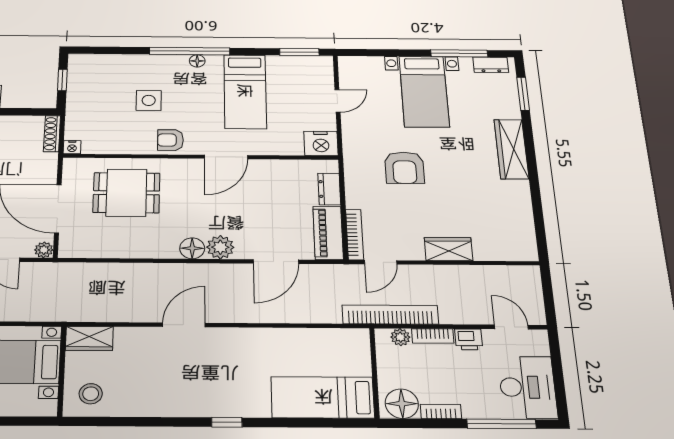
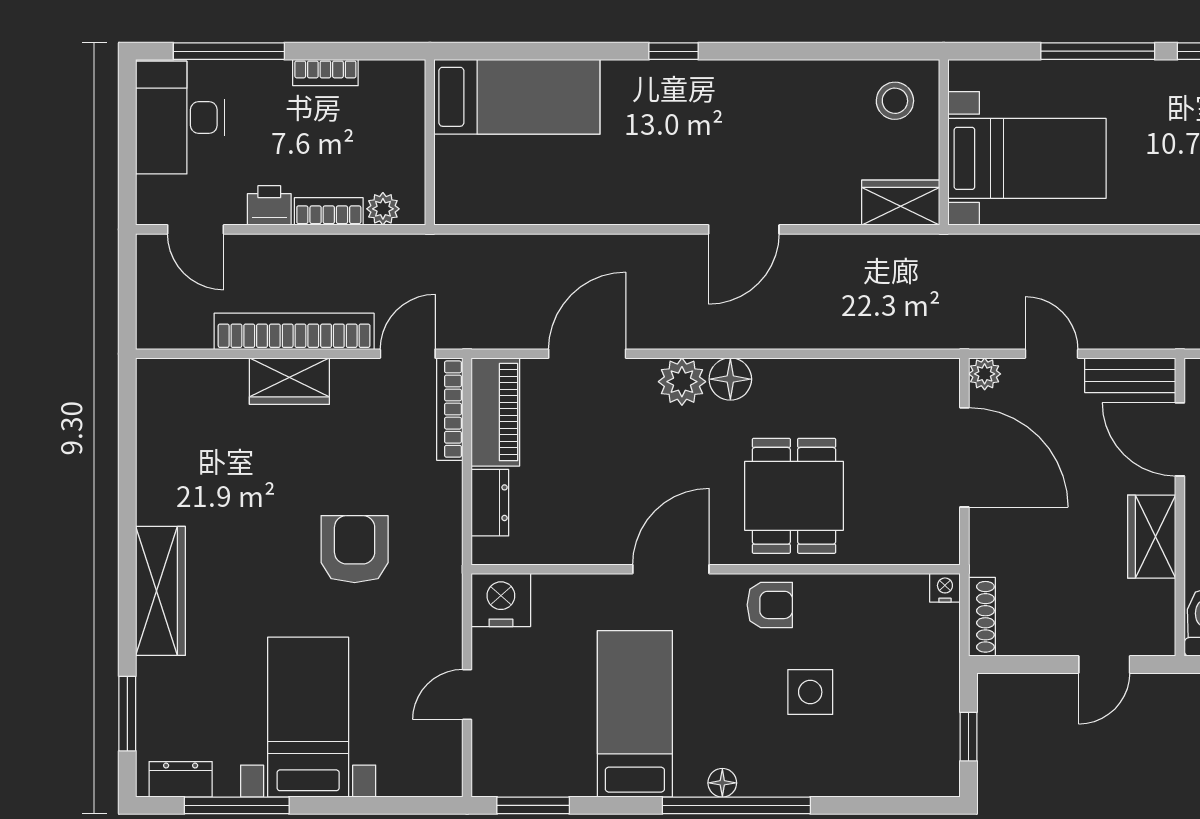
dining table: (126, 193) -> (794, 496), moved, turned 90
bookcase: (390, 315) -> (294, 331), moved, turned 180
floor lamp: (402, 404) -> (388, 86), removed

